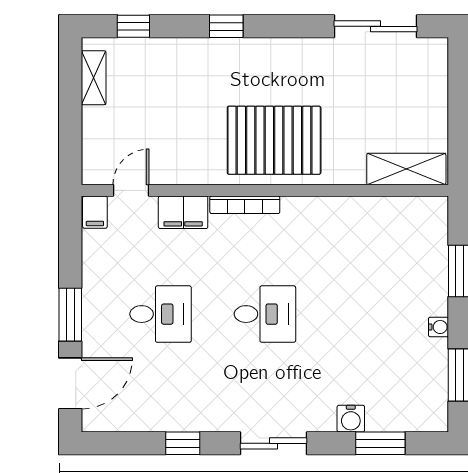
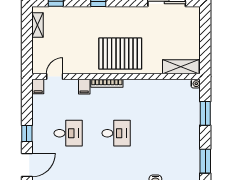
filing cabinet: (183, 212) -> (84, 87), width x0.50
window: (70, 315) -> (27, 134), width x0.67
water cooler: (439, 327) -> (196, 84), moved

